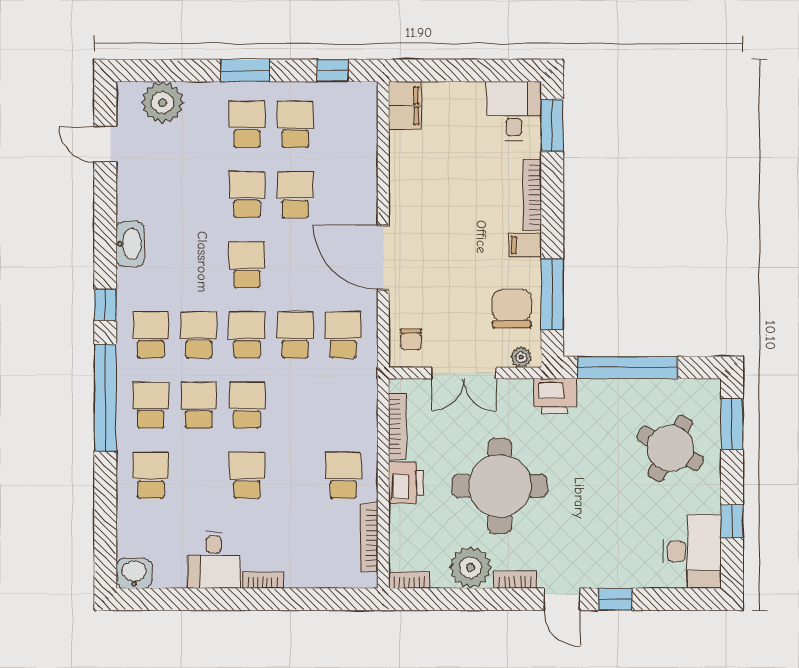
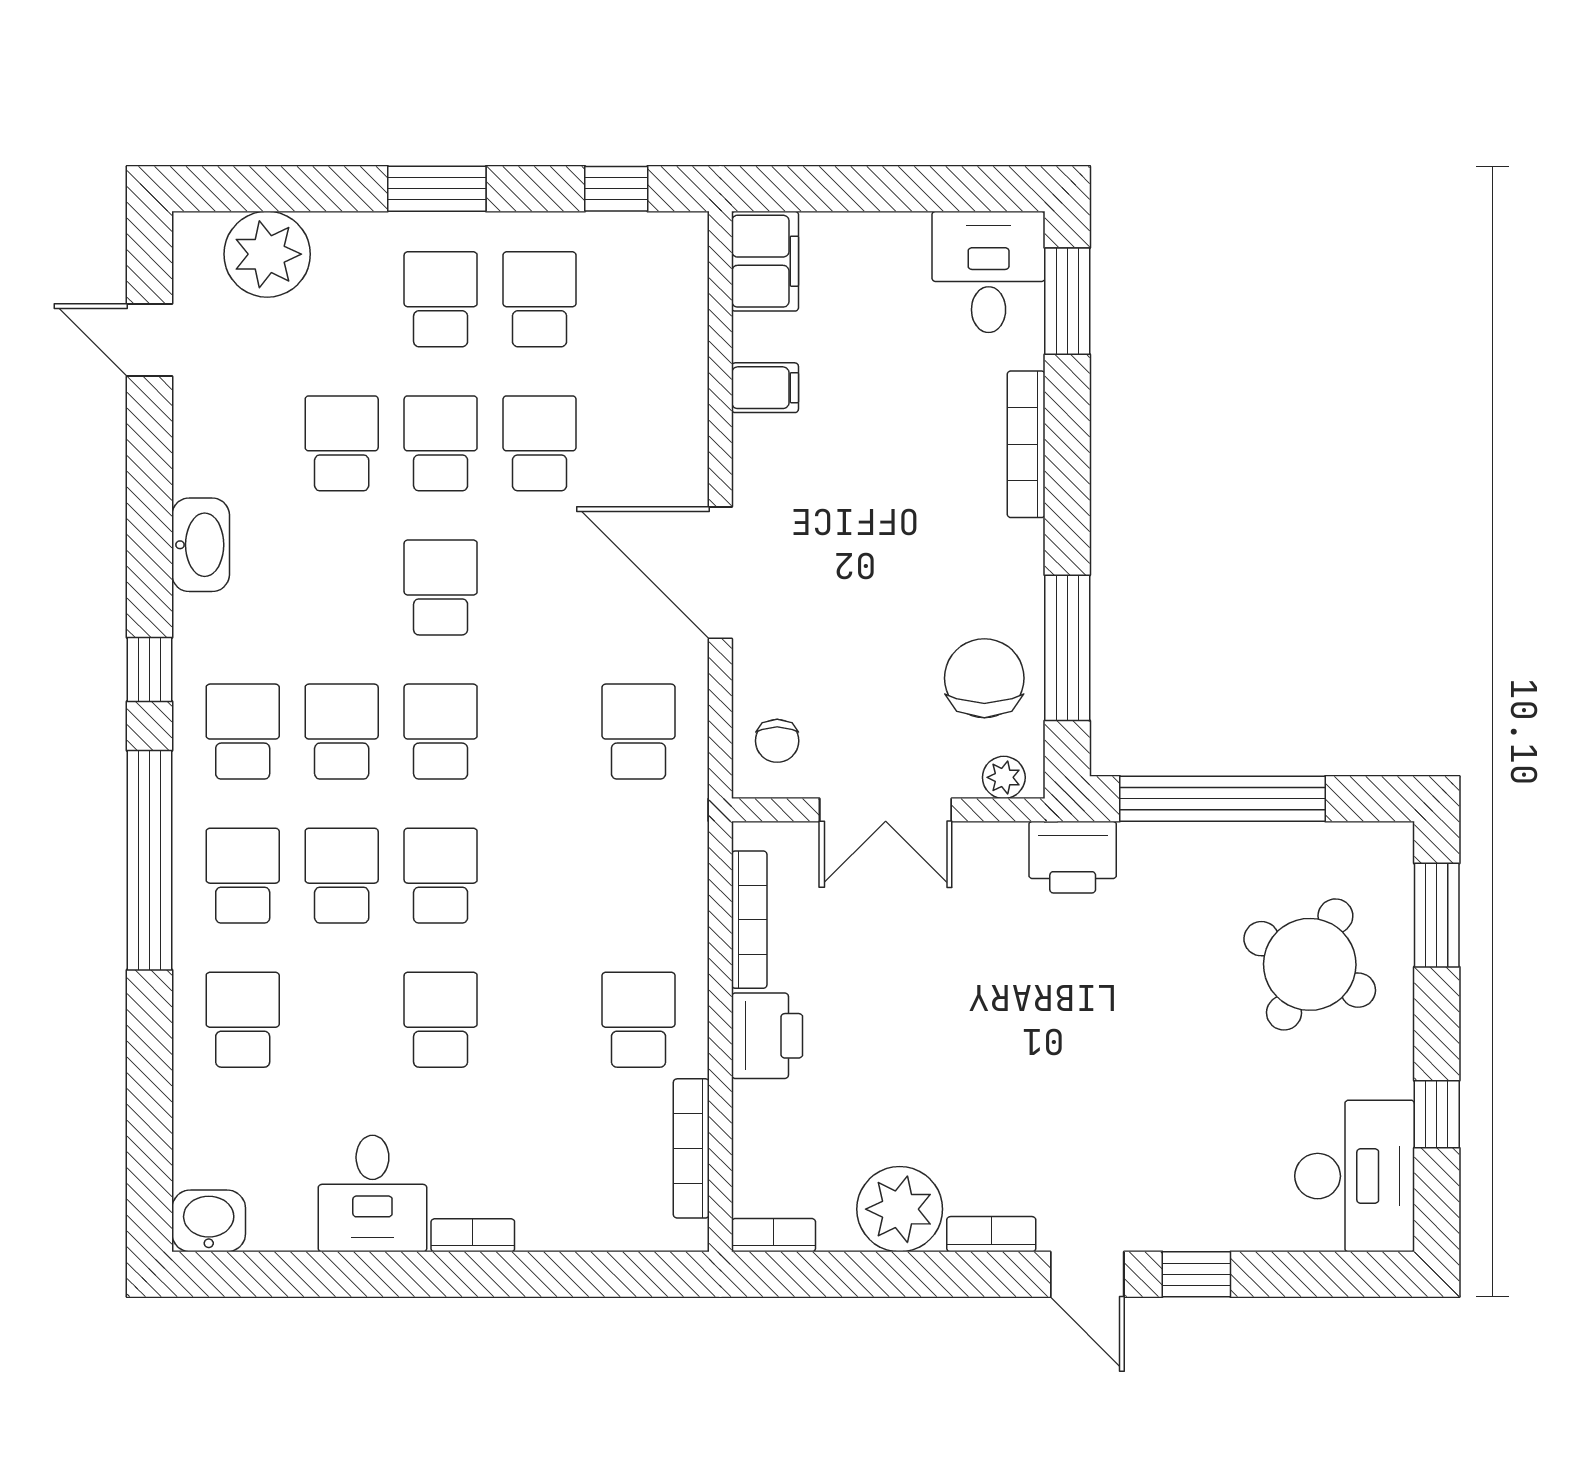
filing cabinet: (525, 245) -> (765, 388), moved, turned 180
school desk: (295, 335) -> (342, 443), moved
round table: (500, 486) -> (960, 1042), removed

